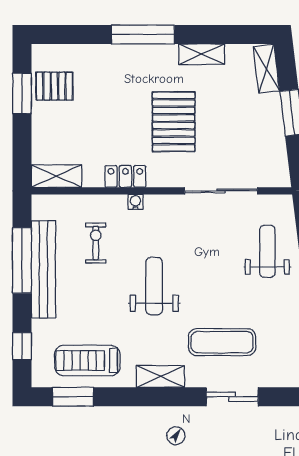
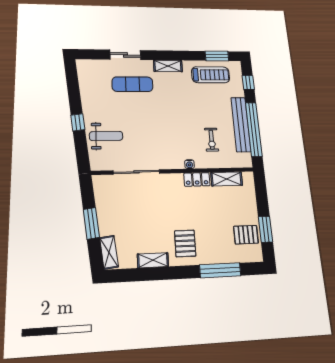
window: (143, 34) -> (220, 270), moved
pallet: (174, 122) -> (185, 243), moved, width x0.67, depth x0.71
shelving: (56, 176) -> (227, 179), moved
weight bench: (267, 251) -> (106, 136), turned -90
window: (22, 260) -> (254, 129), width x1.46
weight bench: (154, 286) -> (175, 115), removed

